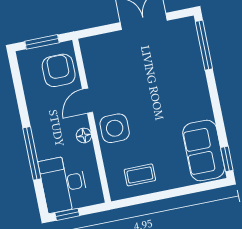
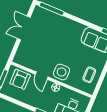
armchair: (59, 70) -> (20, 79), turned -90

